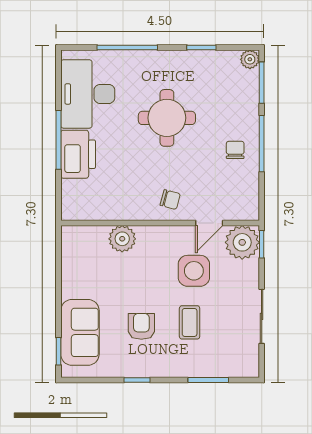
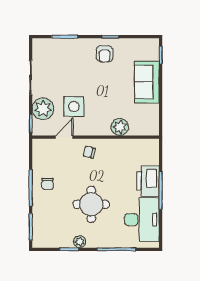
plant: (250, 59) -> (80, 242), moved
plant: (242, 242) -> (43, 109), moved
coffee table: (190, 322) -> (77, 74), removed
armchair: (141, 326) -> (105, 54), moved
sofa: (80, 332) -> (147, 82), moved

